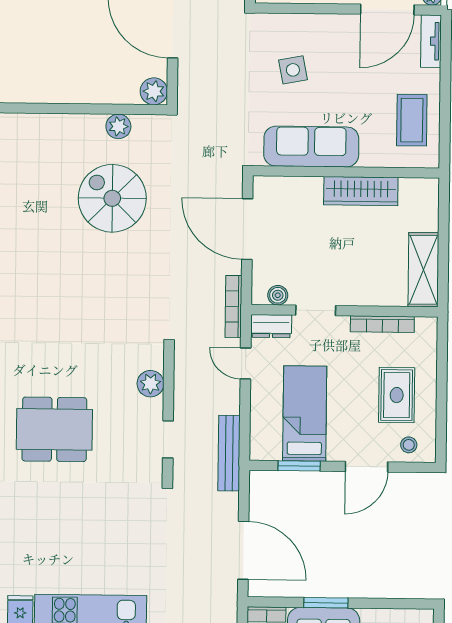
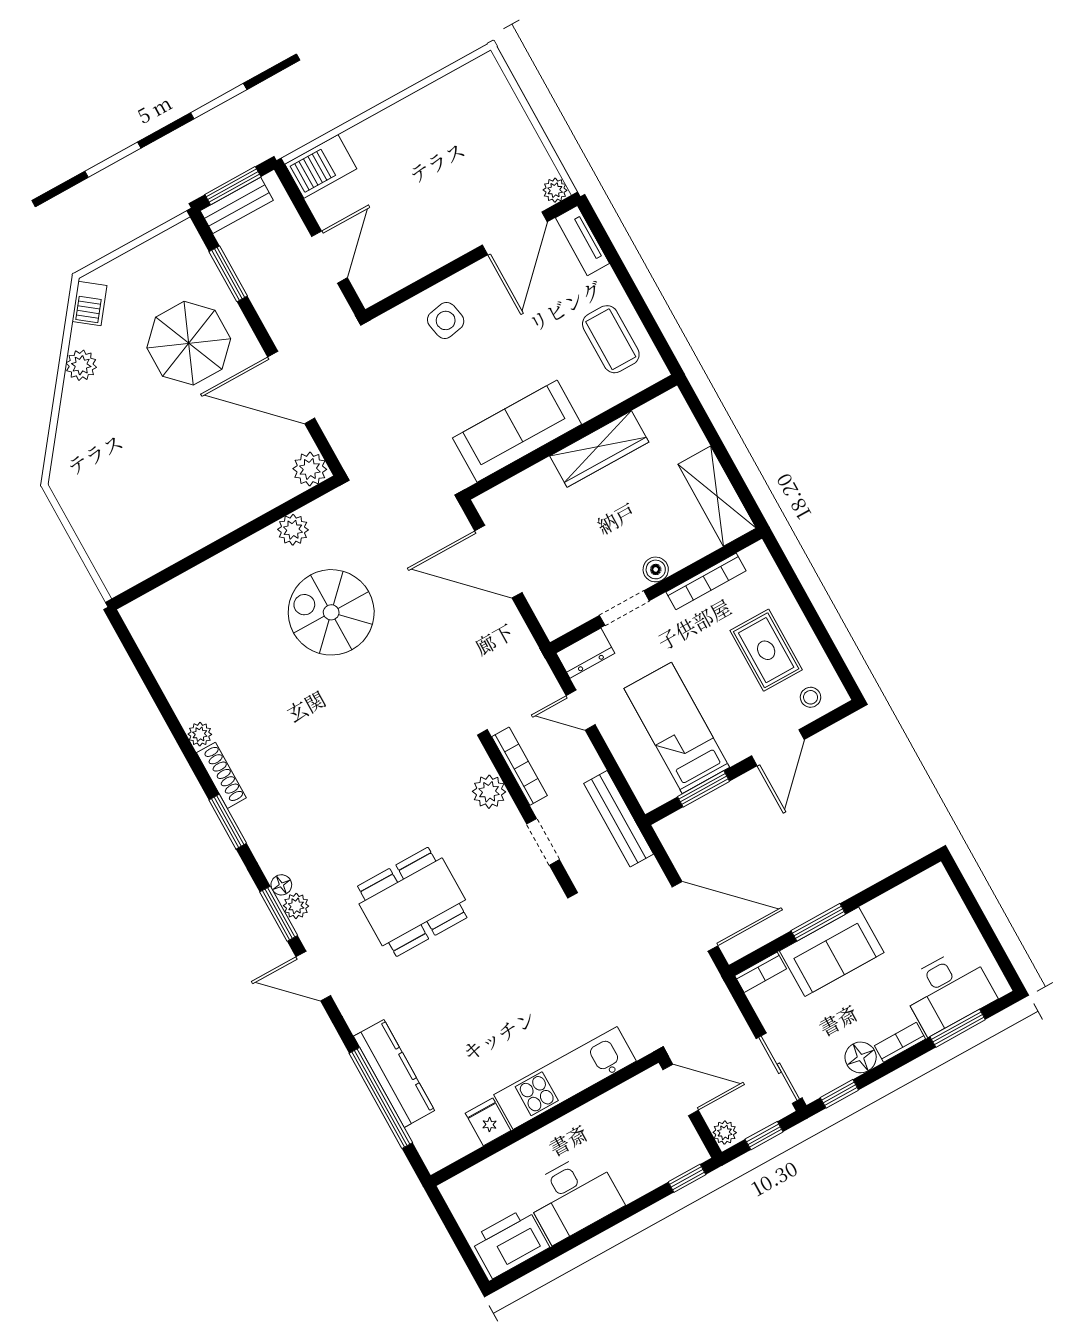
side table: (293, 70) -> (446, 320), moved
boiler: (278, 295) -> (656, 569), moved
bookcase: (233, 307) -> (520, 766), moved, turned 180

